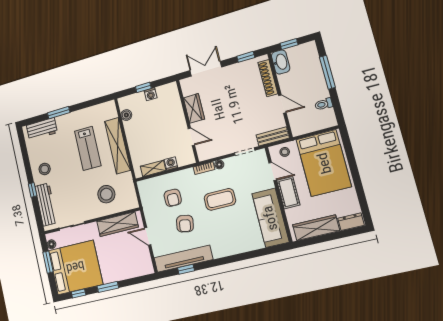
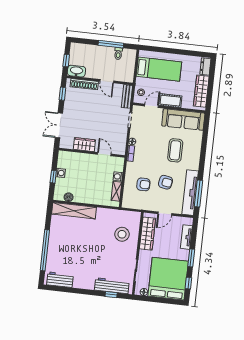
window: (327, 72) -> (111, 44), moved
door: (282, 104) -> (107, 81), swing flipped
window: (59, 113) -> (45, 250), width x2.11
workbench: (42, 129) -> (60, 280), moved, turned -90
door: (191, 137) -> (104, 154), hinge flipped
shelving: (118, 146) -> (74, 211), moved
lab bench: (88, 148) -> (82, 237), removed
bed: (324, 163) -> (159, 69), width x0.67
stool: (45, 169) -> (84, 277), removed
window: (33, 190) -> (111, 295), moved
coffee table: (220, 199) -> (175, 150), moved
window: (48, 262) -> (156, 300), removed
window: (186, 269) -> (198, 193), width x2.17
tv unit: (130, 273) -> (186, 237), added

